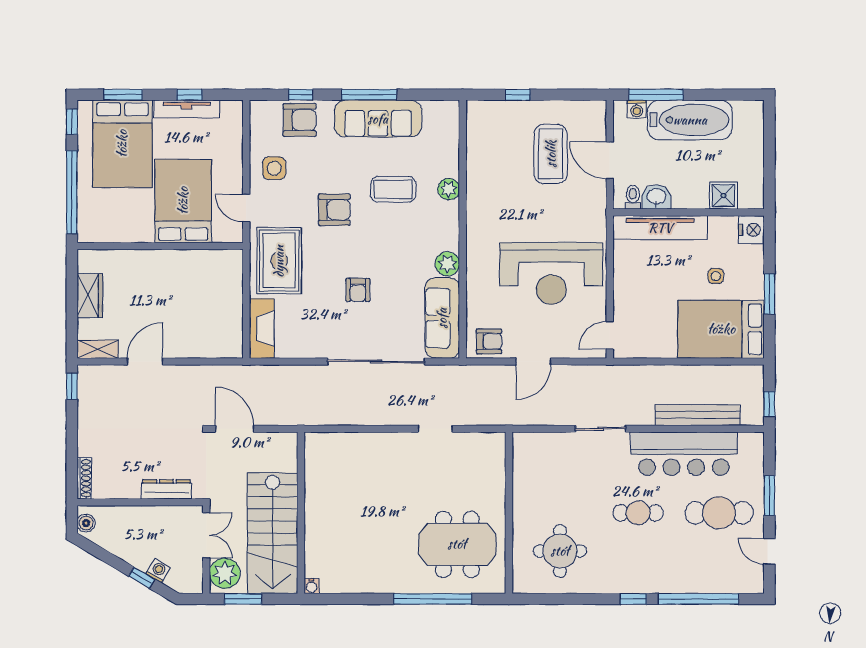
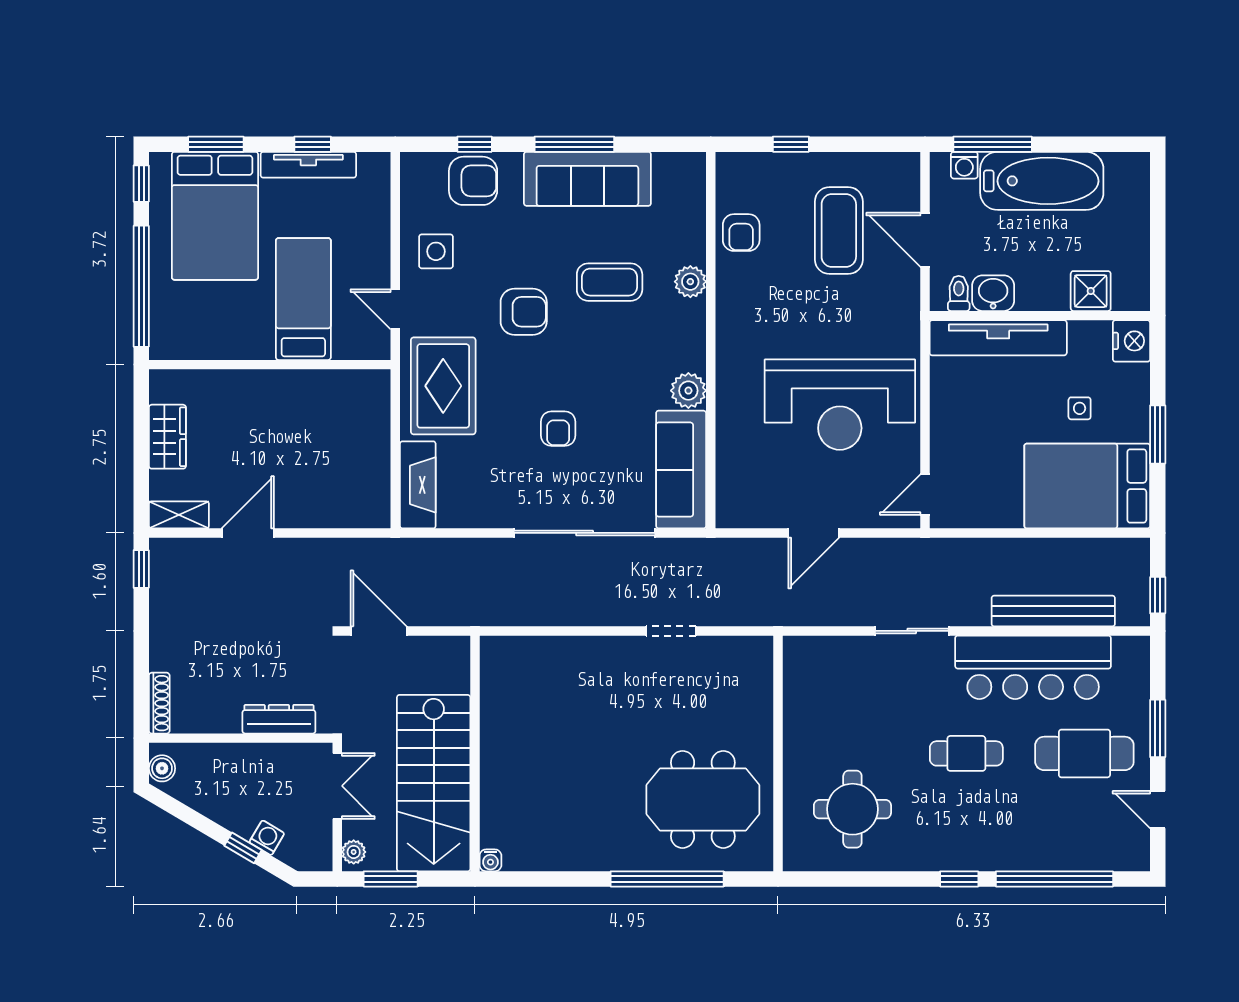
bed: (183, 201) -> (303, 299), width x0.67
armchair: (489, 341) -> (741, 233), moved, turned 90
plant: (225, 573) -> (354, 852), width x0.53, depth x0.53

